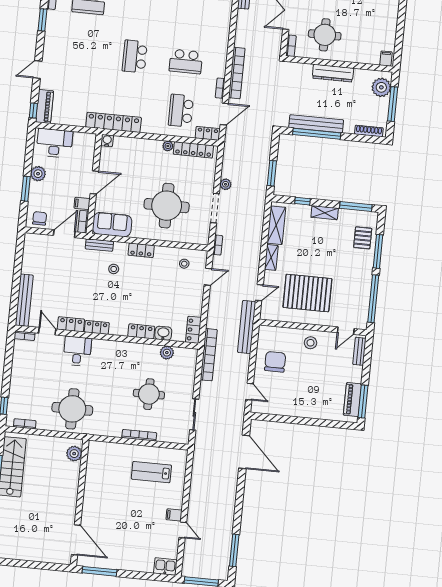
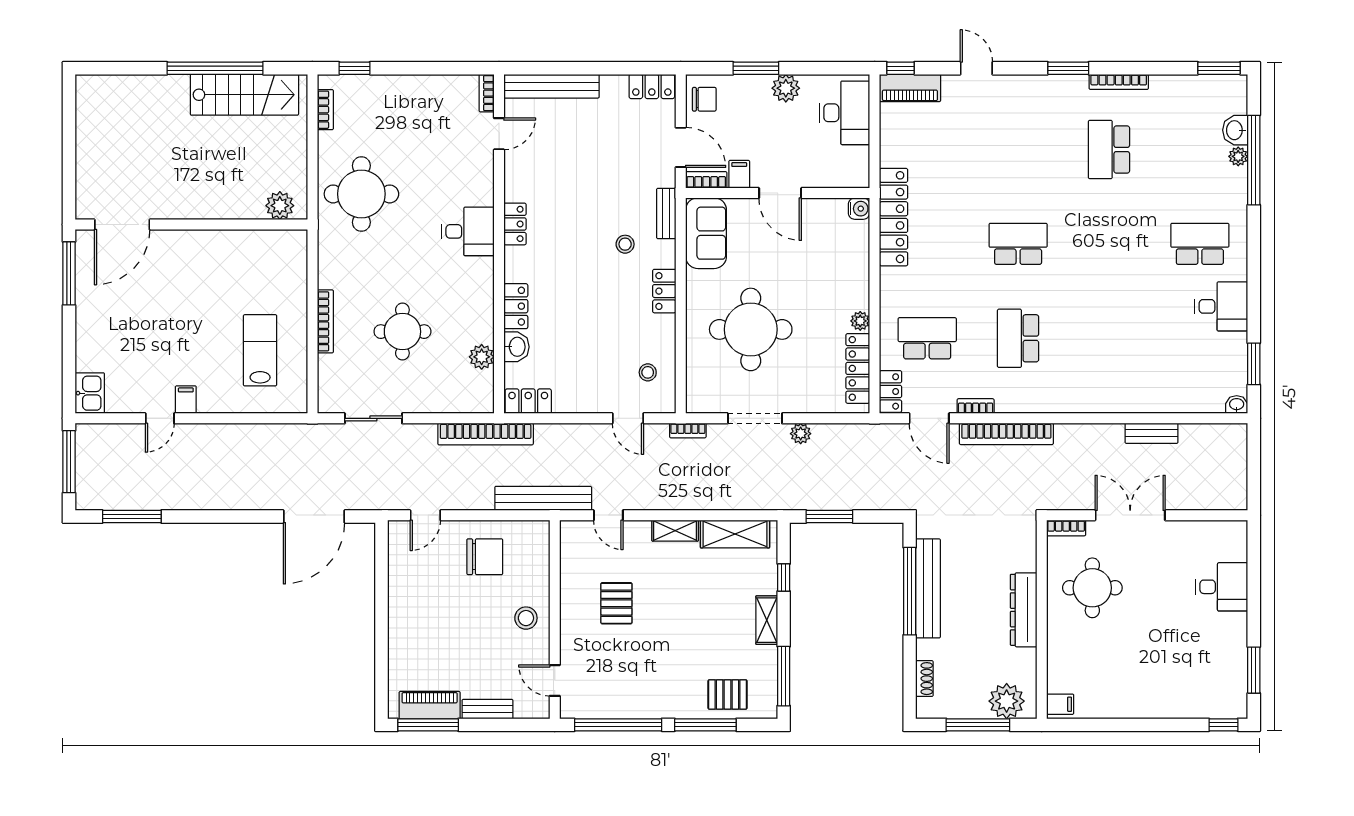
shoe rack: (369, 131) -> (924, 679), width x0.70
pallet: (307, 293) -> (616, 603), width x0.49, depth x0.50
locker: (71, 324) -> (652, 86), moved, turned 90
desk: (77, 351) -> (468, 231), moved
bench: (359, 351) -> (487, 709), moved

